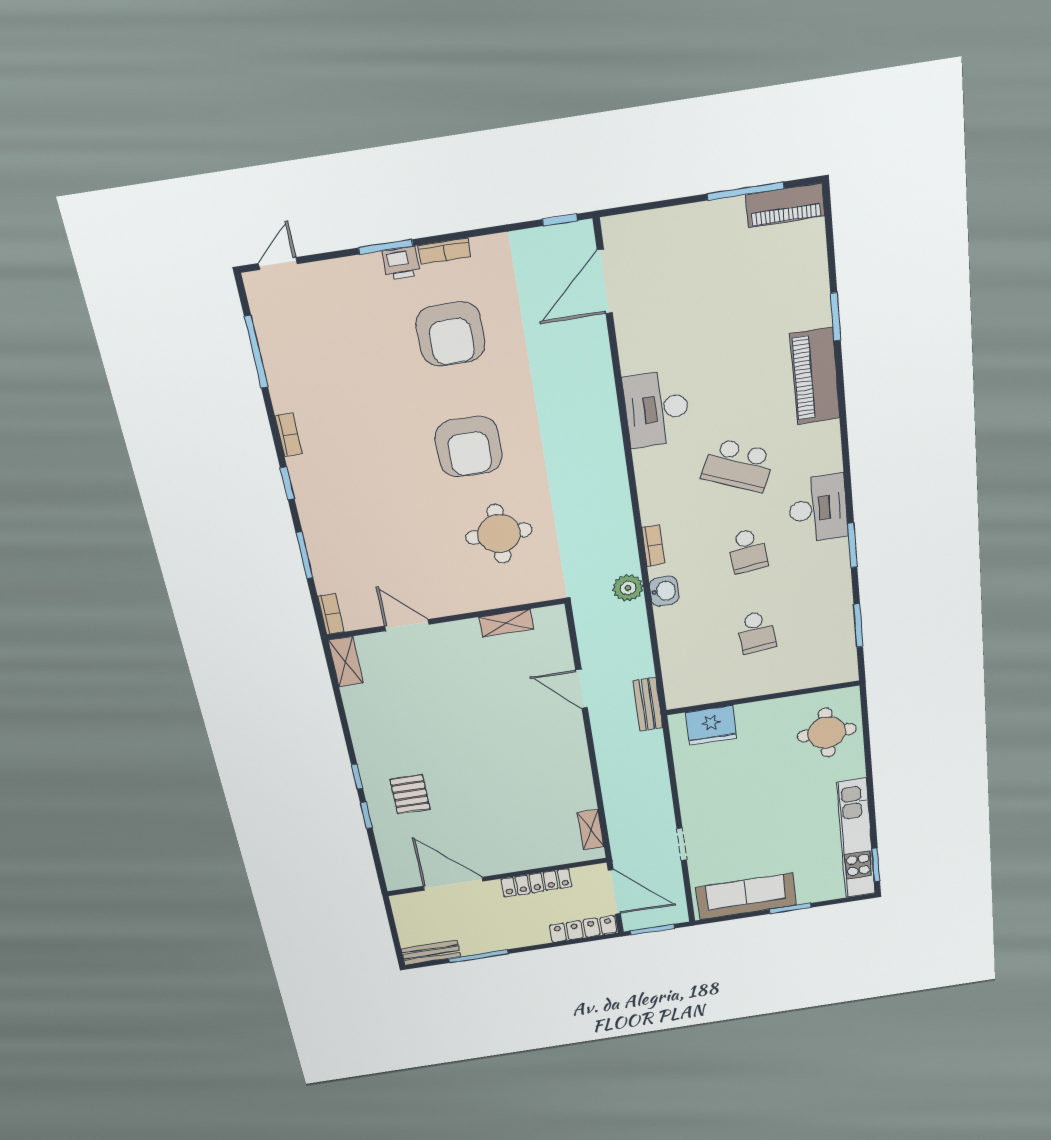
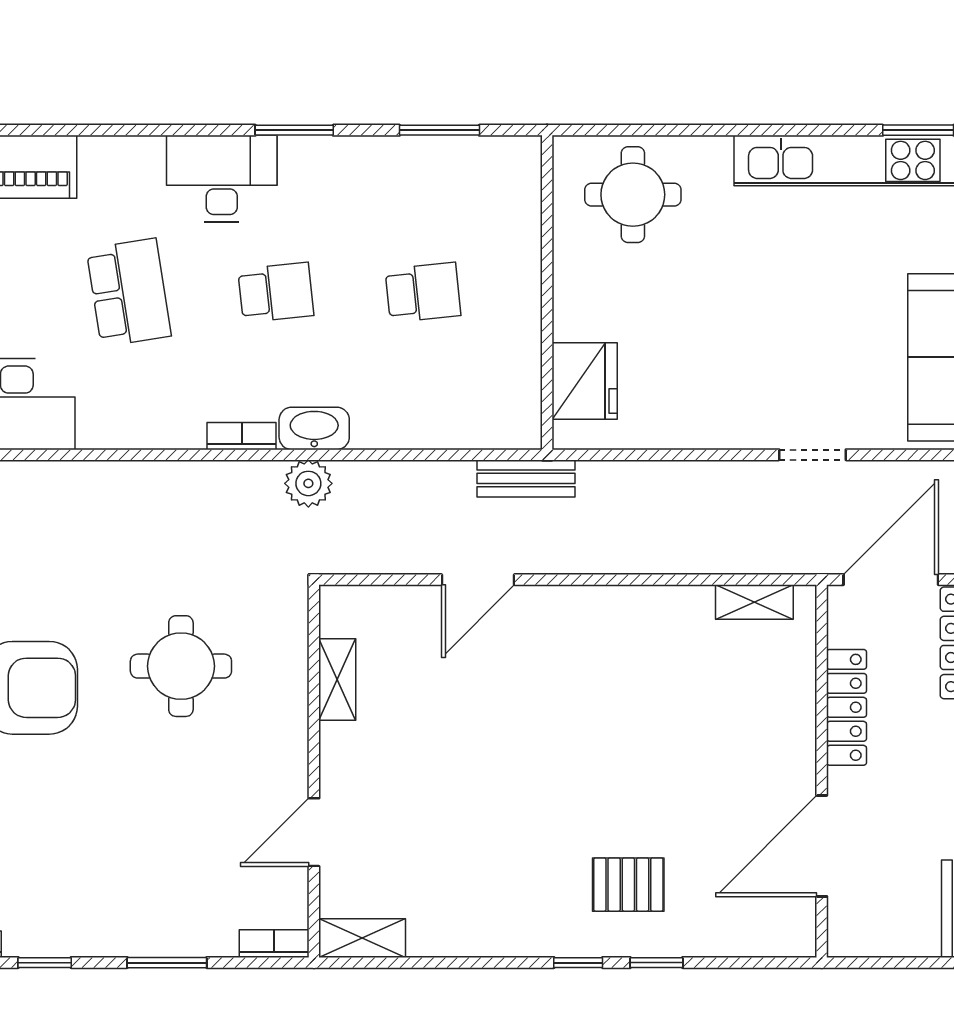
school desk: (739, 465) -> (129, 292), turned -33
washbasin: (664, 591) -> (314, 428), width x1.38

